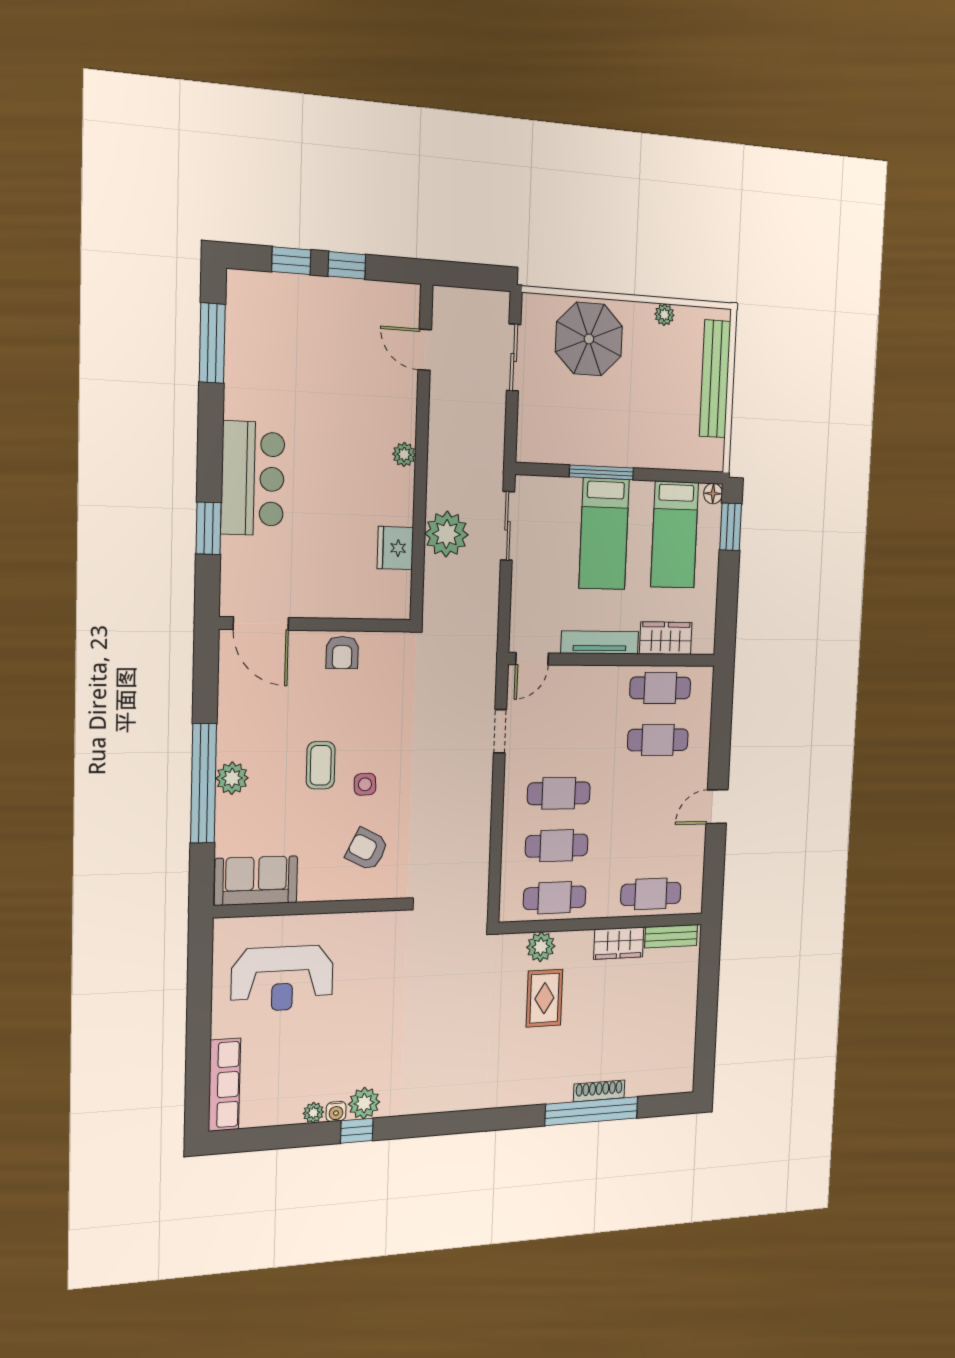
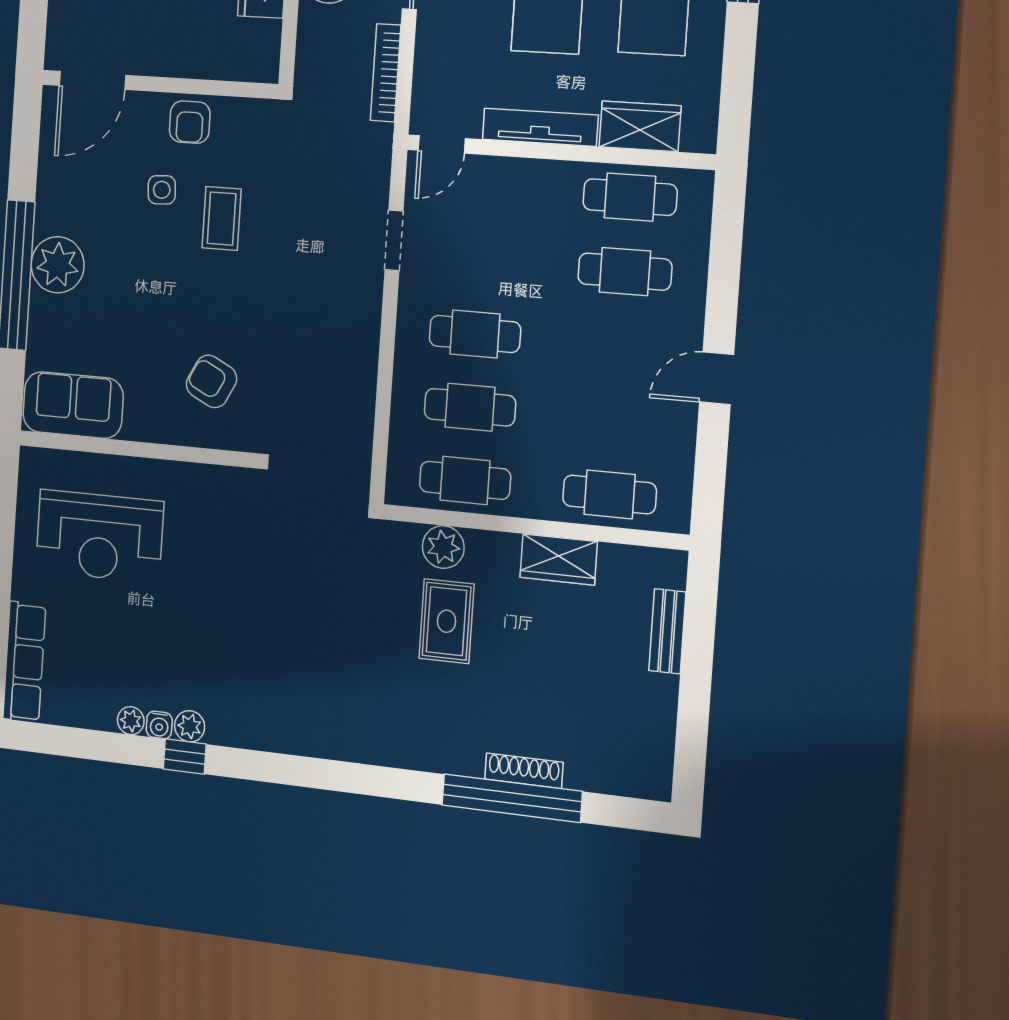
bookcase: (490, 608) -> (386, 73), added
door: (261, 624) -> (92, 80), hinge flipped
coffee table: (321, 765) -> (222, 219), moved
plant: (232, 778) -> (58, 265), width x1.36, depth x1.36
side table: (365, 784) -> (162, 190), moved
bench: (671, 936) -> (667, 631), moved, turned 90
plant: (364, 1103) -> (190, 726), width x0.73, depth x0.73

